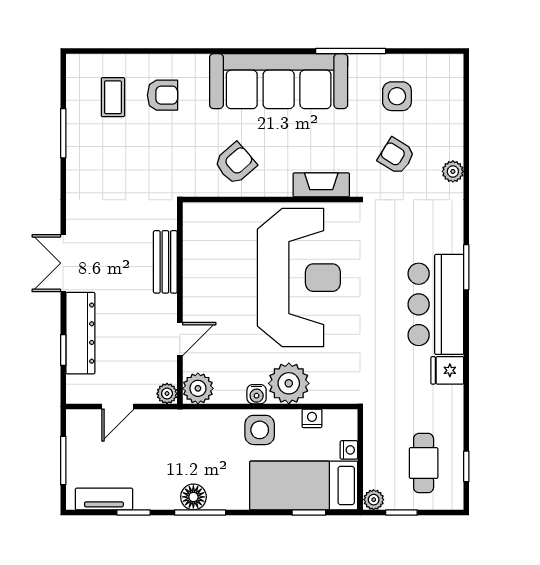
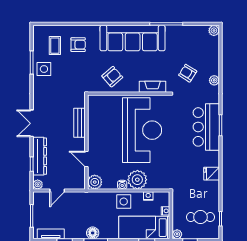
plant: (452, 65) -> (214, 31), added
side table: (397, 96) -> (44, 69), moved
bar counter: (436, 304) -> (206, 127), moved
door: (180, 339) -> (86, 159), swing flipped
plant: (167, 394) -> (38, 184), moved
cafe table: (424, 463) -> (200, 217), turned 90

